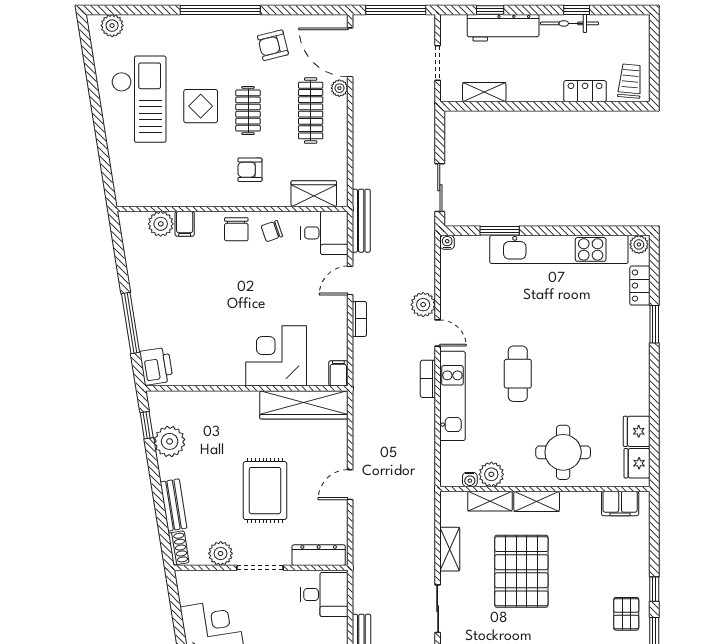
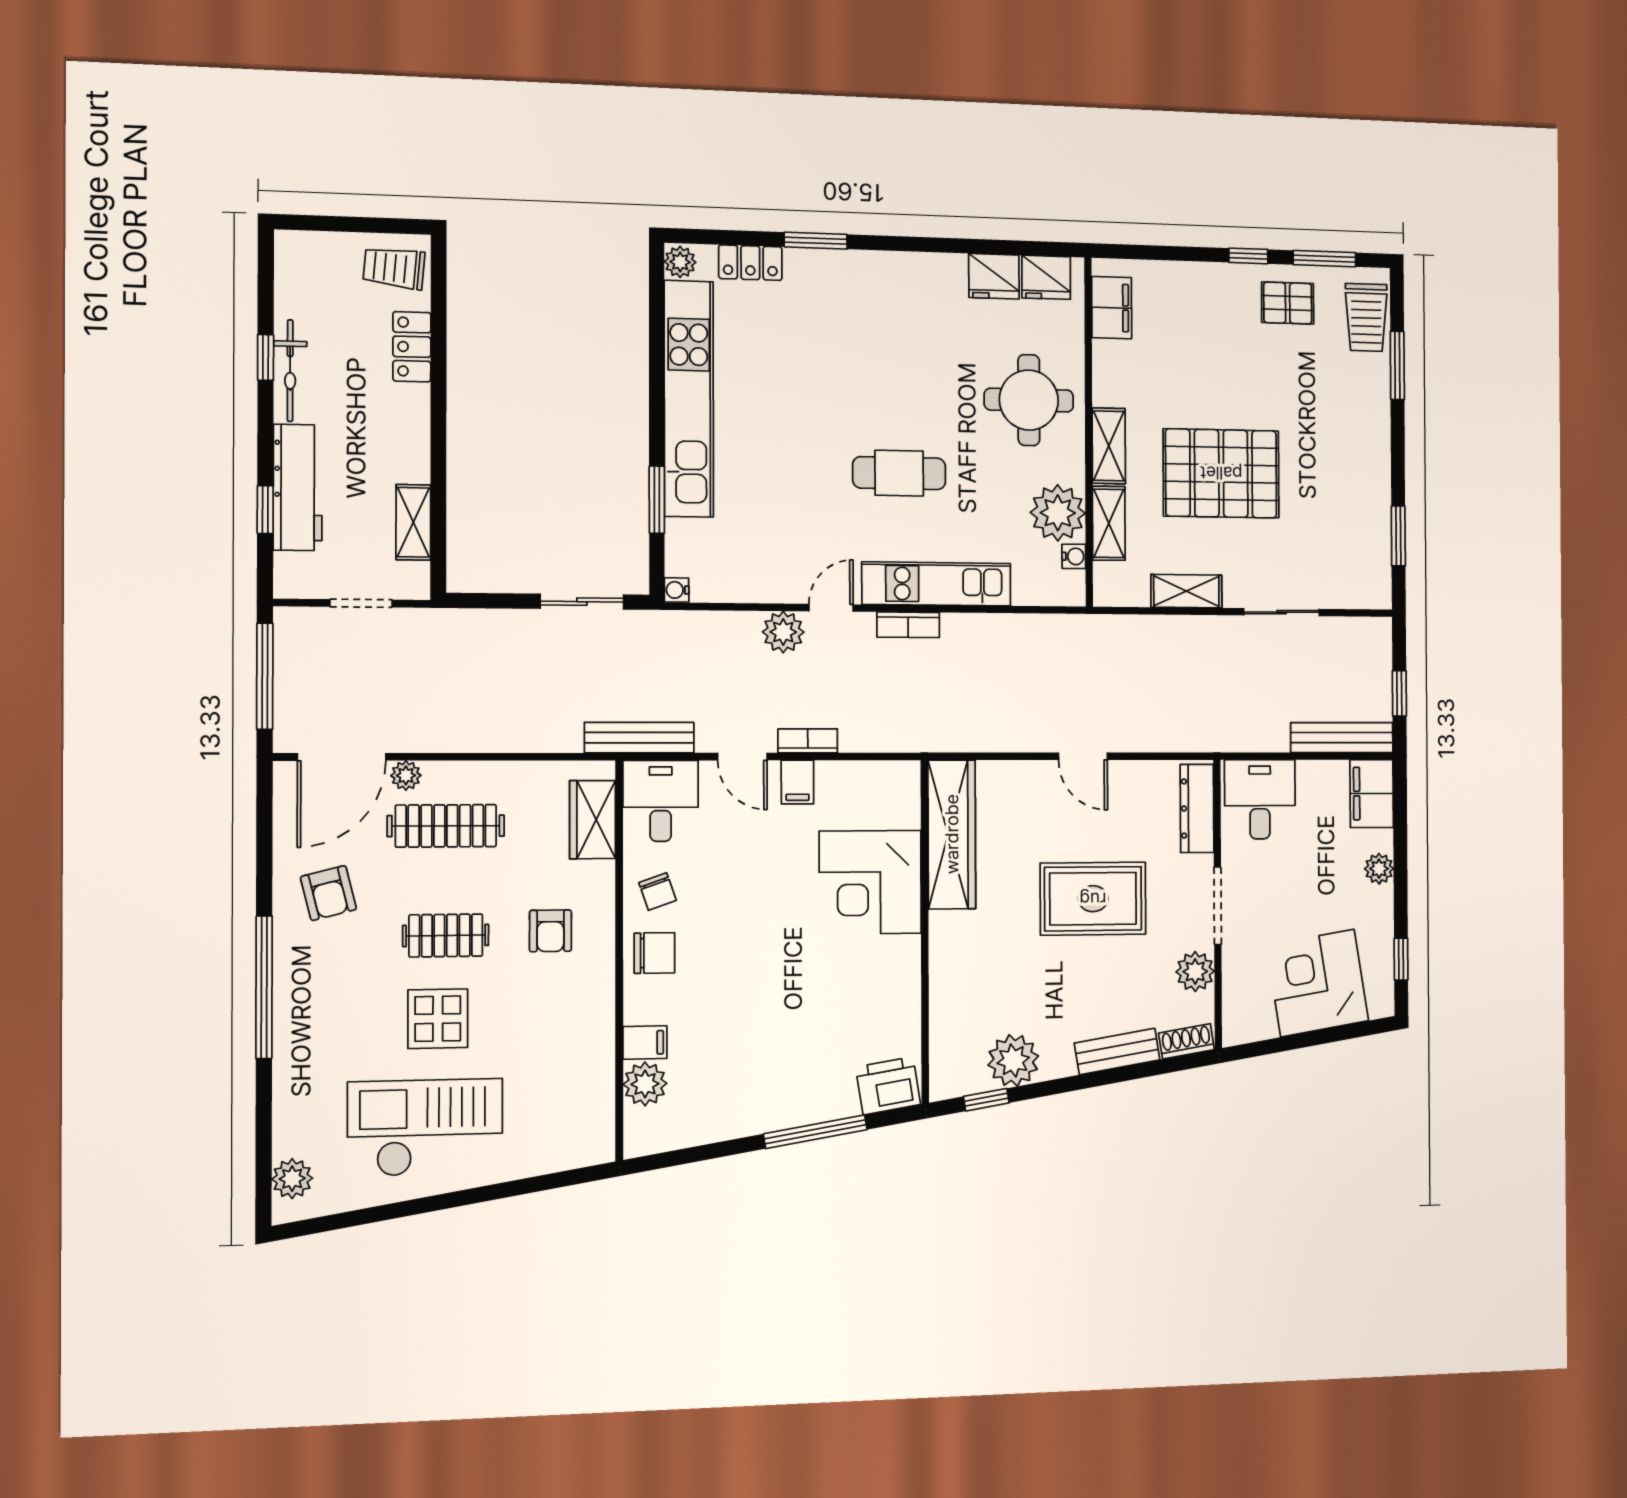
filing cabinet: (338, 373) -> (797, 782), moved, turned -90
plant: (491, 474) -> (1058, 513), width x1.36, depth x1.36

